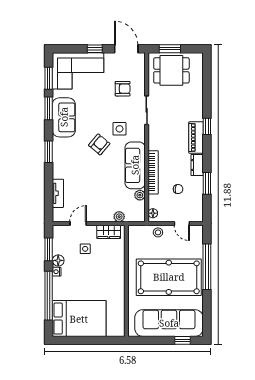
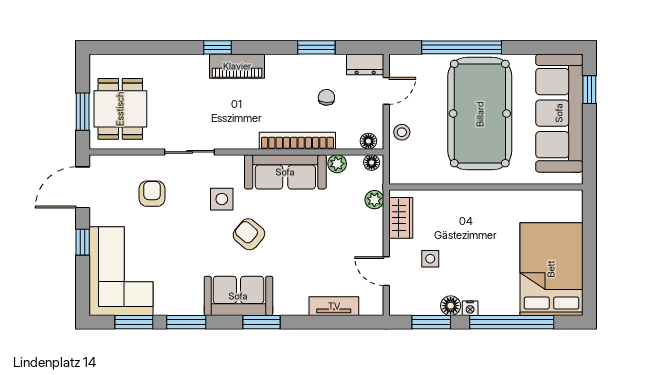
sofa: (64, 117) -> (238, 296), moved
dresser: (197, 165) -> (365, 64), moved
floor lamp: (141, 215) -> (372, 162), added

